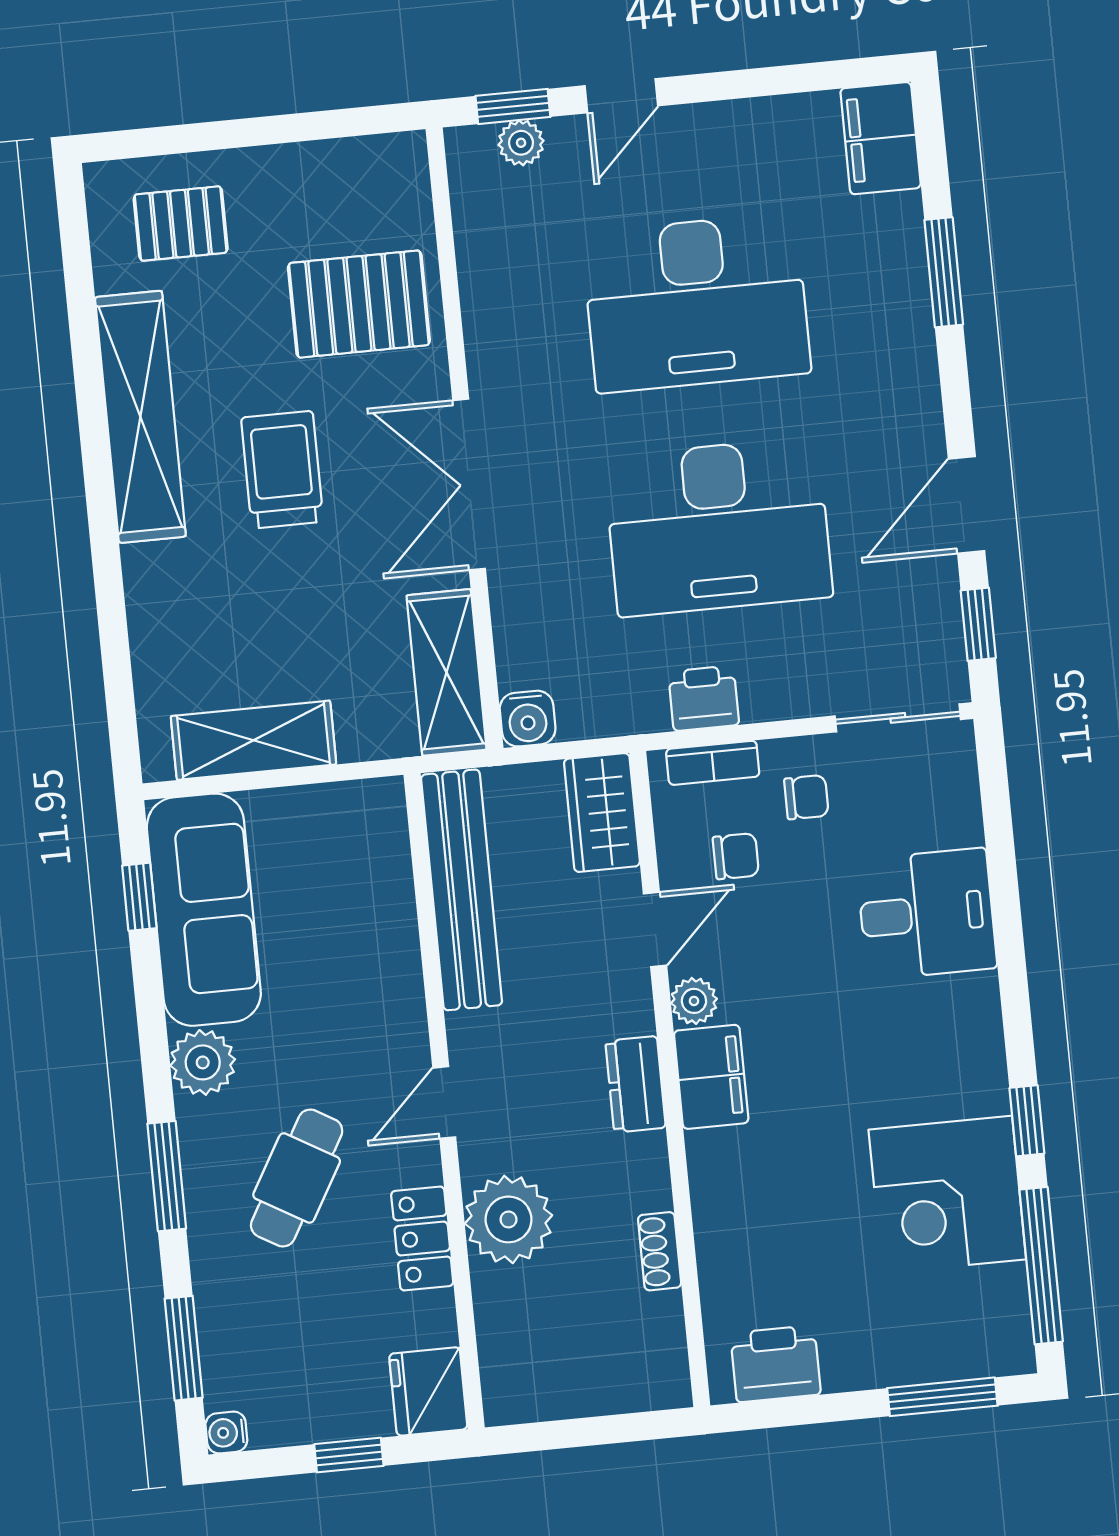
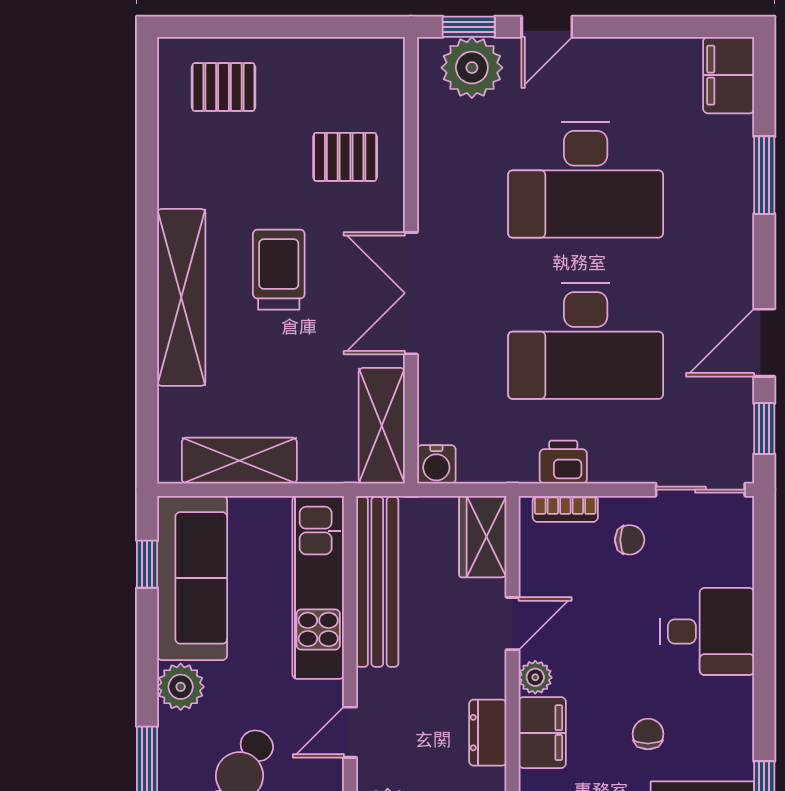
plant: (521, 143) -> (472, 68), width x1.88, depth x1.88
pallet: (359, 304) -> (345, 157), width x0.67, depth x0.71
shelving: (140, 417) -> (181, 297), moved
chair: (736, 856) -> (648, 734), moved, turned -90
kitchen unit: (380, 906) -> (318, 587), added

